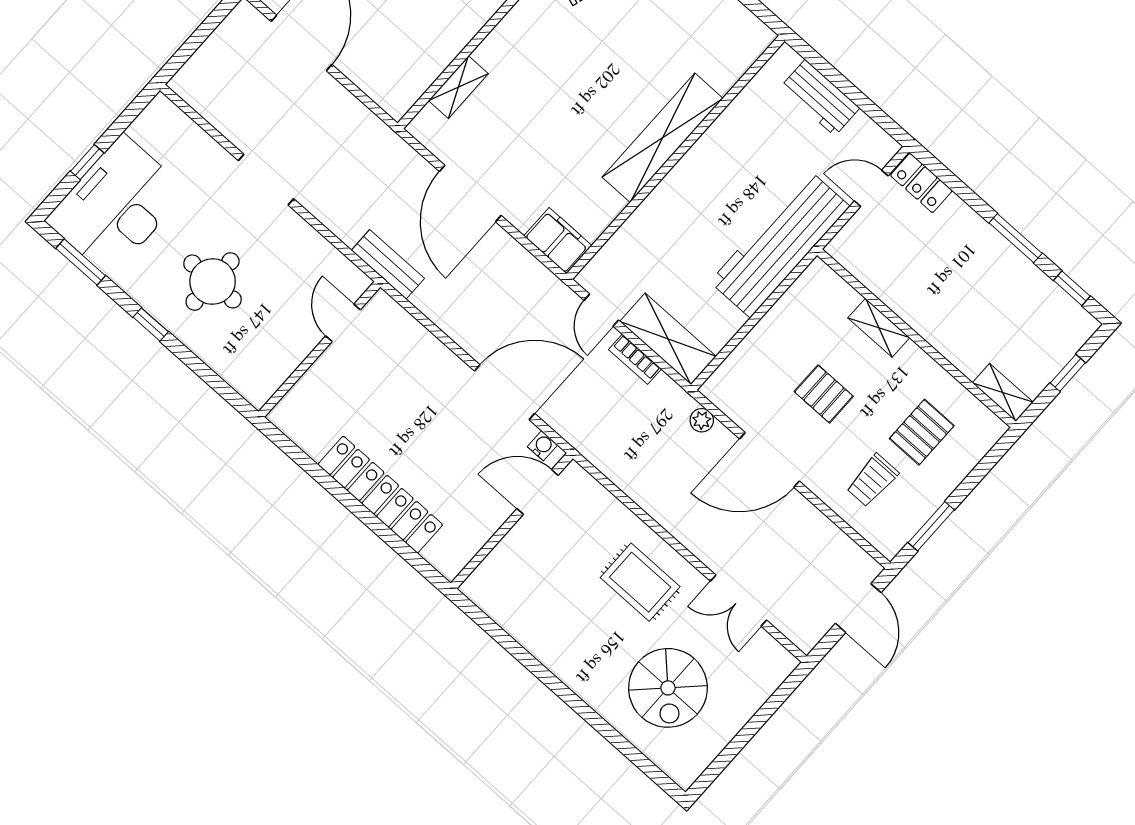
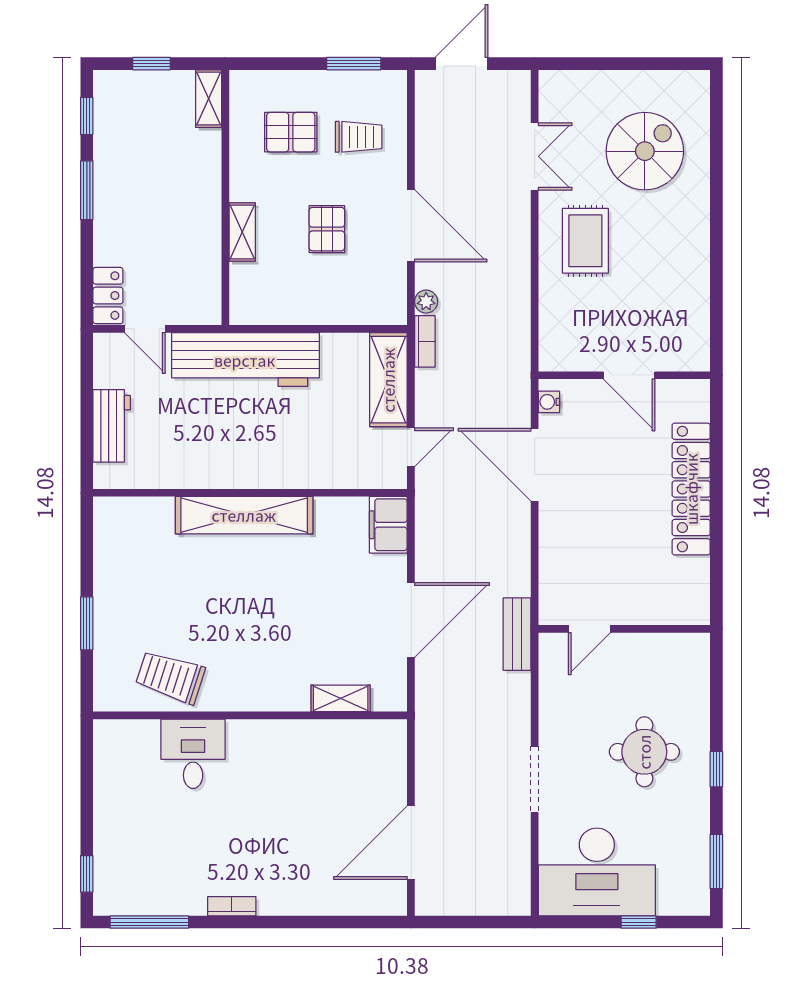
desk: (116, 206) -> (597, 872), moved
bookcase: (635, 359) -> (425, 341), moved
door: (538, 492) -> (629, 375), moved

